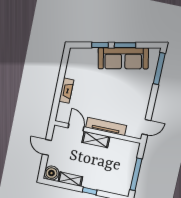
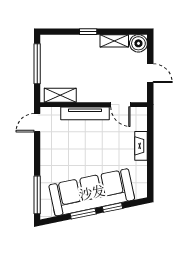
sofa: (123, 58) -> (92, 192), width x1.36, depth x1.27
shelving: (96, 140) -> (60, 95), moved

